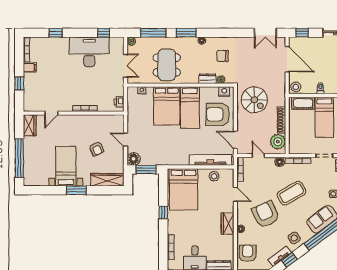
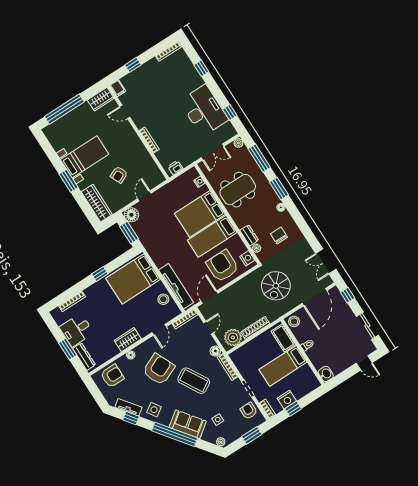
filing cabinet: (30, 67) -> (118, 88), moved
spiral stairs: (254, 100) -> (276, 286), moved

